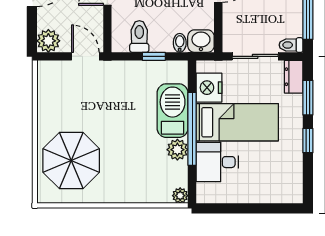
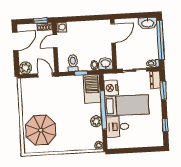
barbecue: (173, 111) -> (92, 89), moved
window: (308, 141) -> (165, 125), moved

